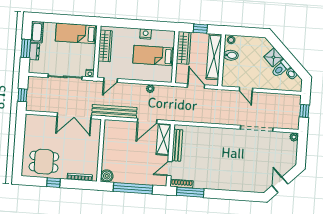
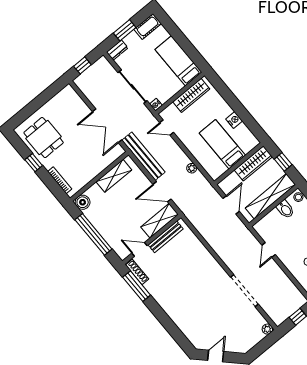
dresser: (34, 52) -> (117, 50), moved
shelving: (109, 141) -> (114, 176), added

